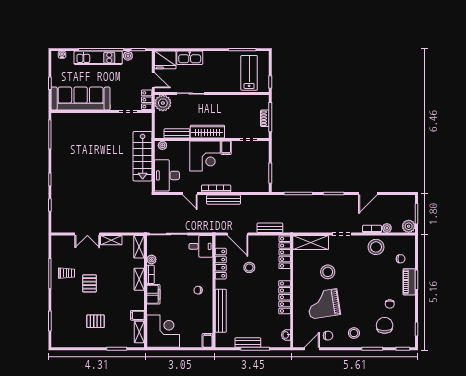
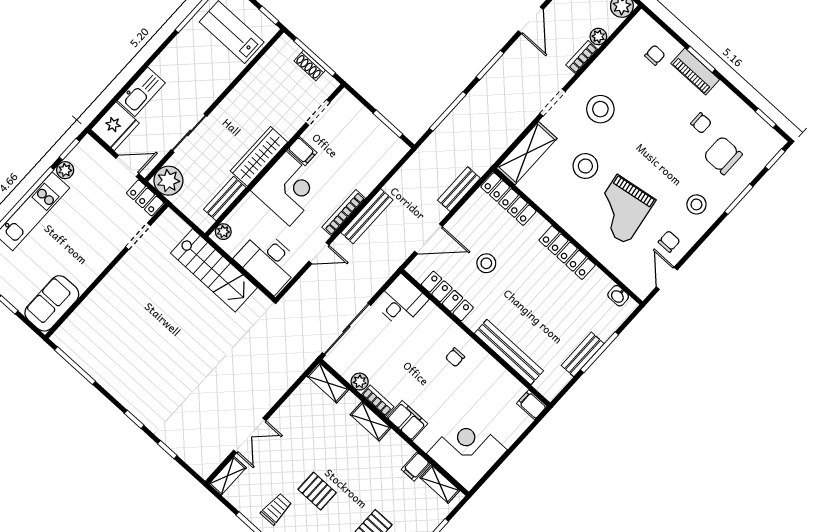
sofa: (81, 98) -> (52, 303), width x0.54, depth x0.79
shelving: (111, 240) -> (228, 476), moved
stool: (376, 247) -> (600, 109), moved

